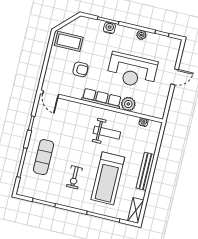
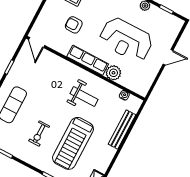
armchair: (81, 69) -> (74, 25), turned 180
bench: (145, 171) -> (122, 129), moved

